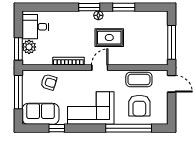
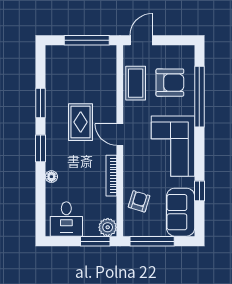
floor lamp: (98, 15) -> (51, 177), moved
plant: (29, 47) -> (108, 227), moved

